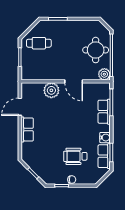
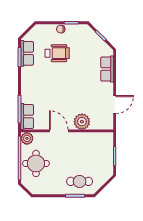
cafe table: (39, 43) -> (80, 181), moved
row of seats: (104, 112) -> (27, 116), moved
row of seats: (27, 129) -> (107, 69), moved
water cooler: (105, 138) -> (26, 73), removed

